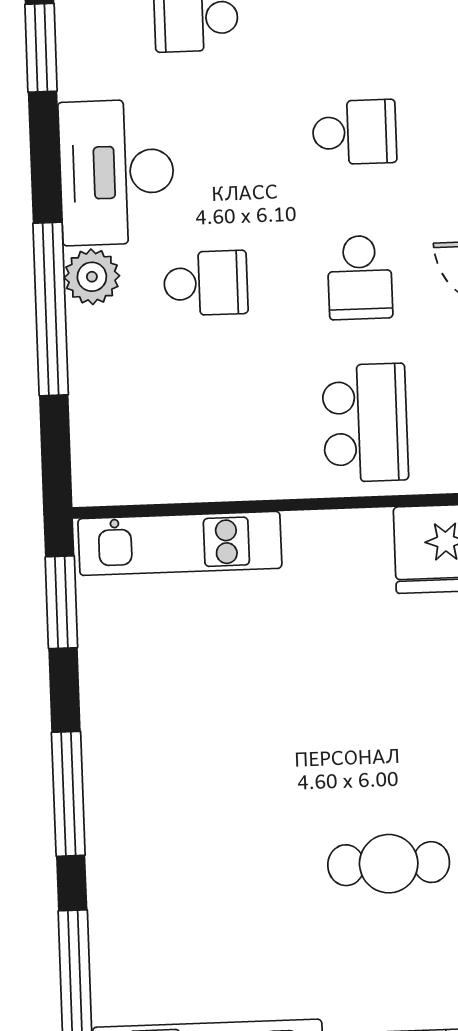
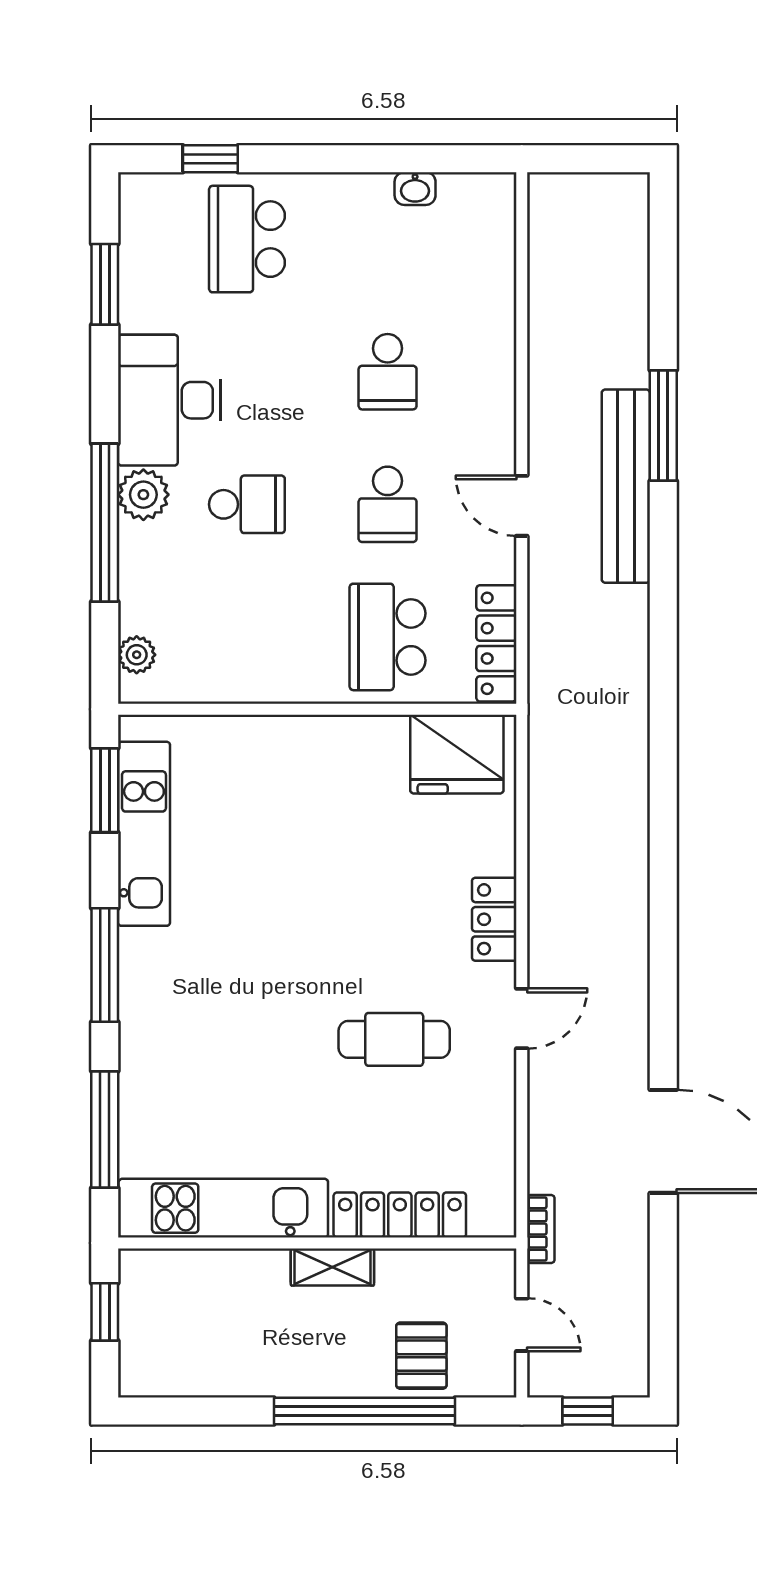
school desk: (355, 132) -> (388, 372), turned 90
school desk: (365, 423) -> (388, 637), turned 180
plant: (91, 452) -> (137, 655), added
kitchen unit: (180, 543) -> (144, 834), moved, turned -90

